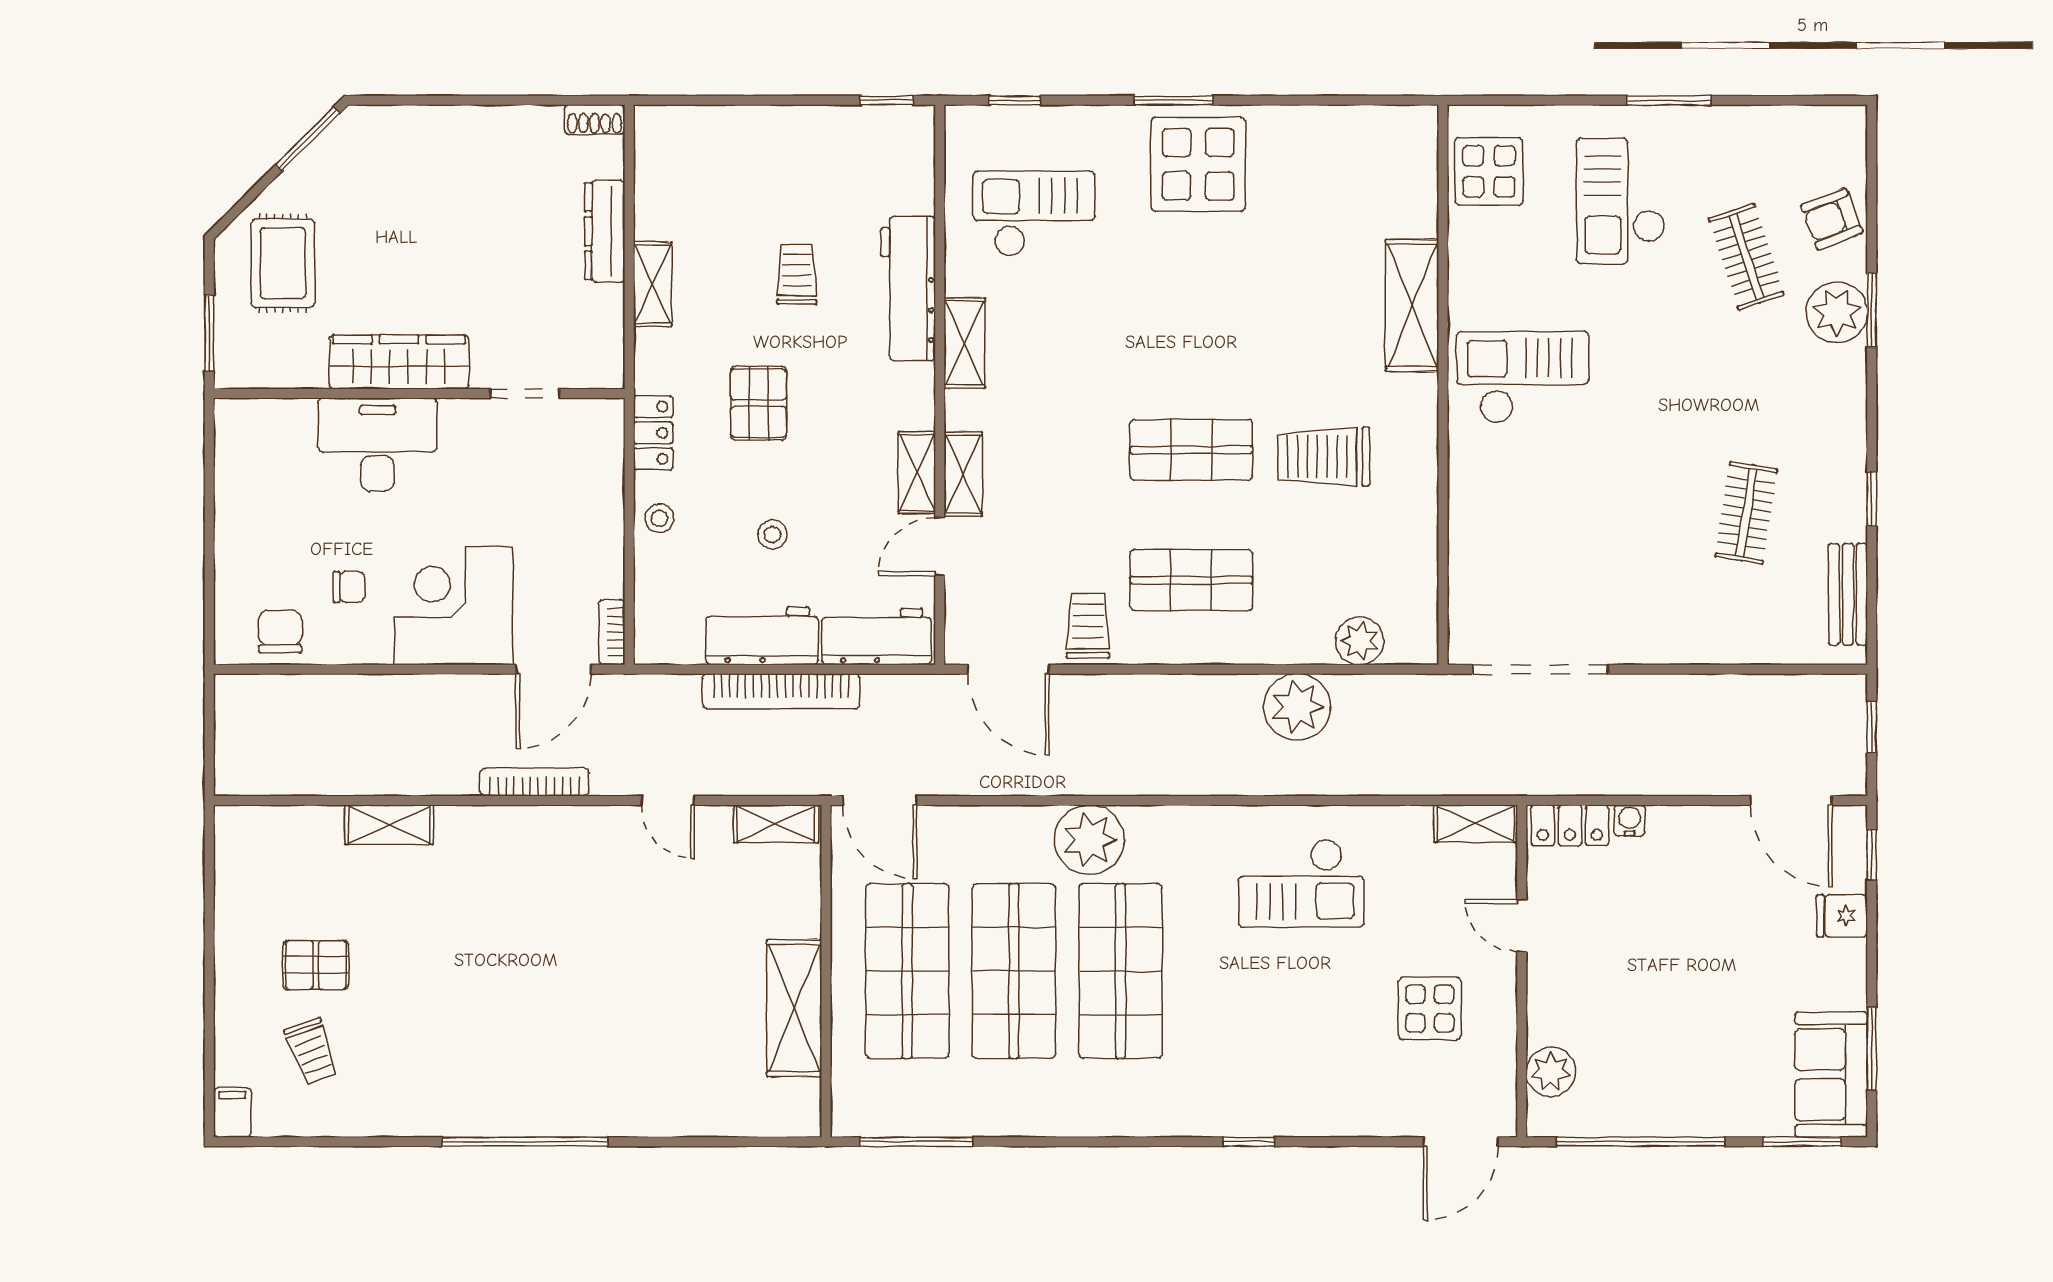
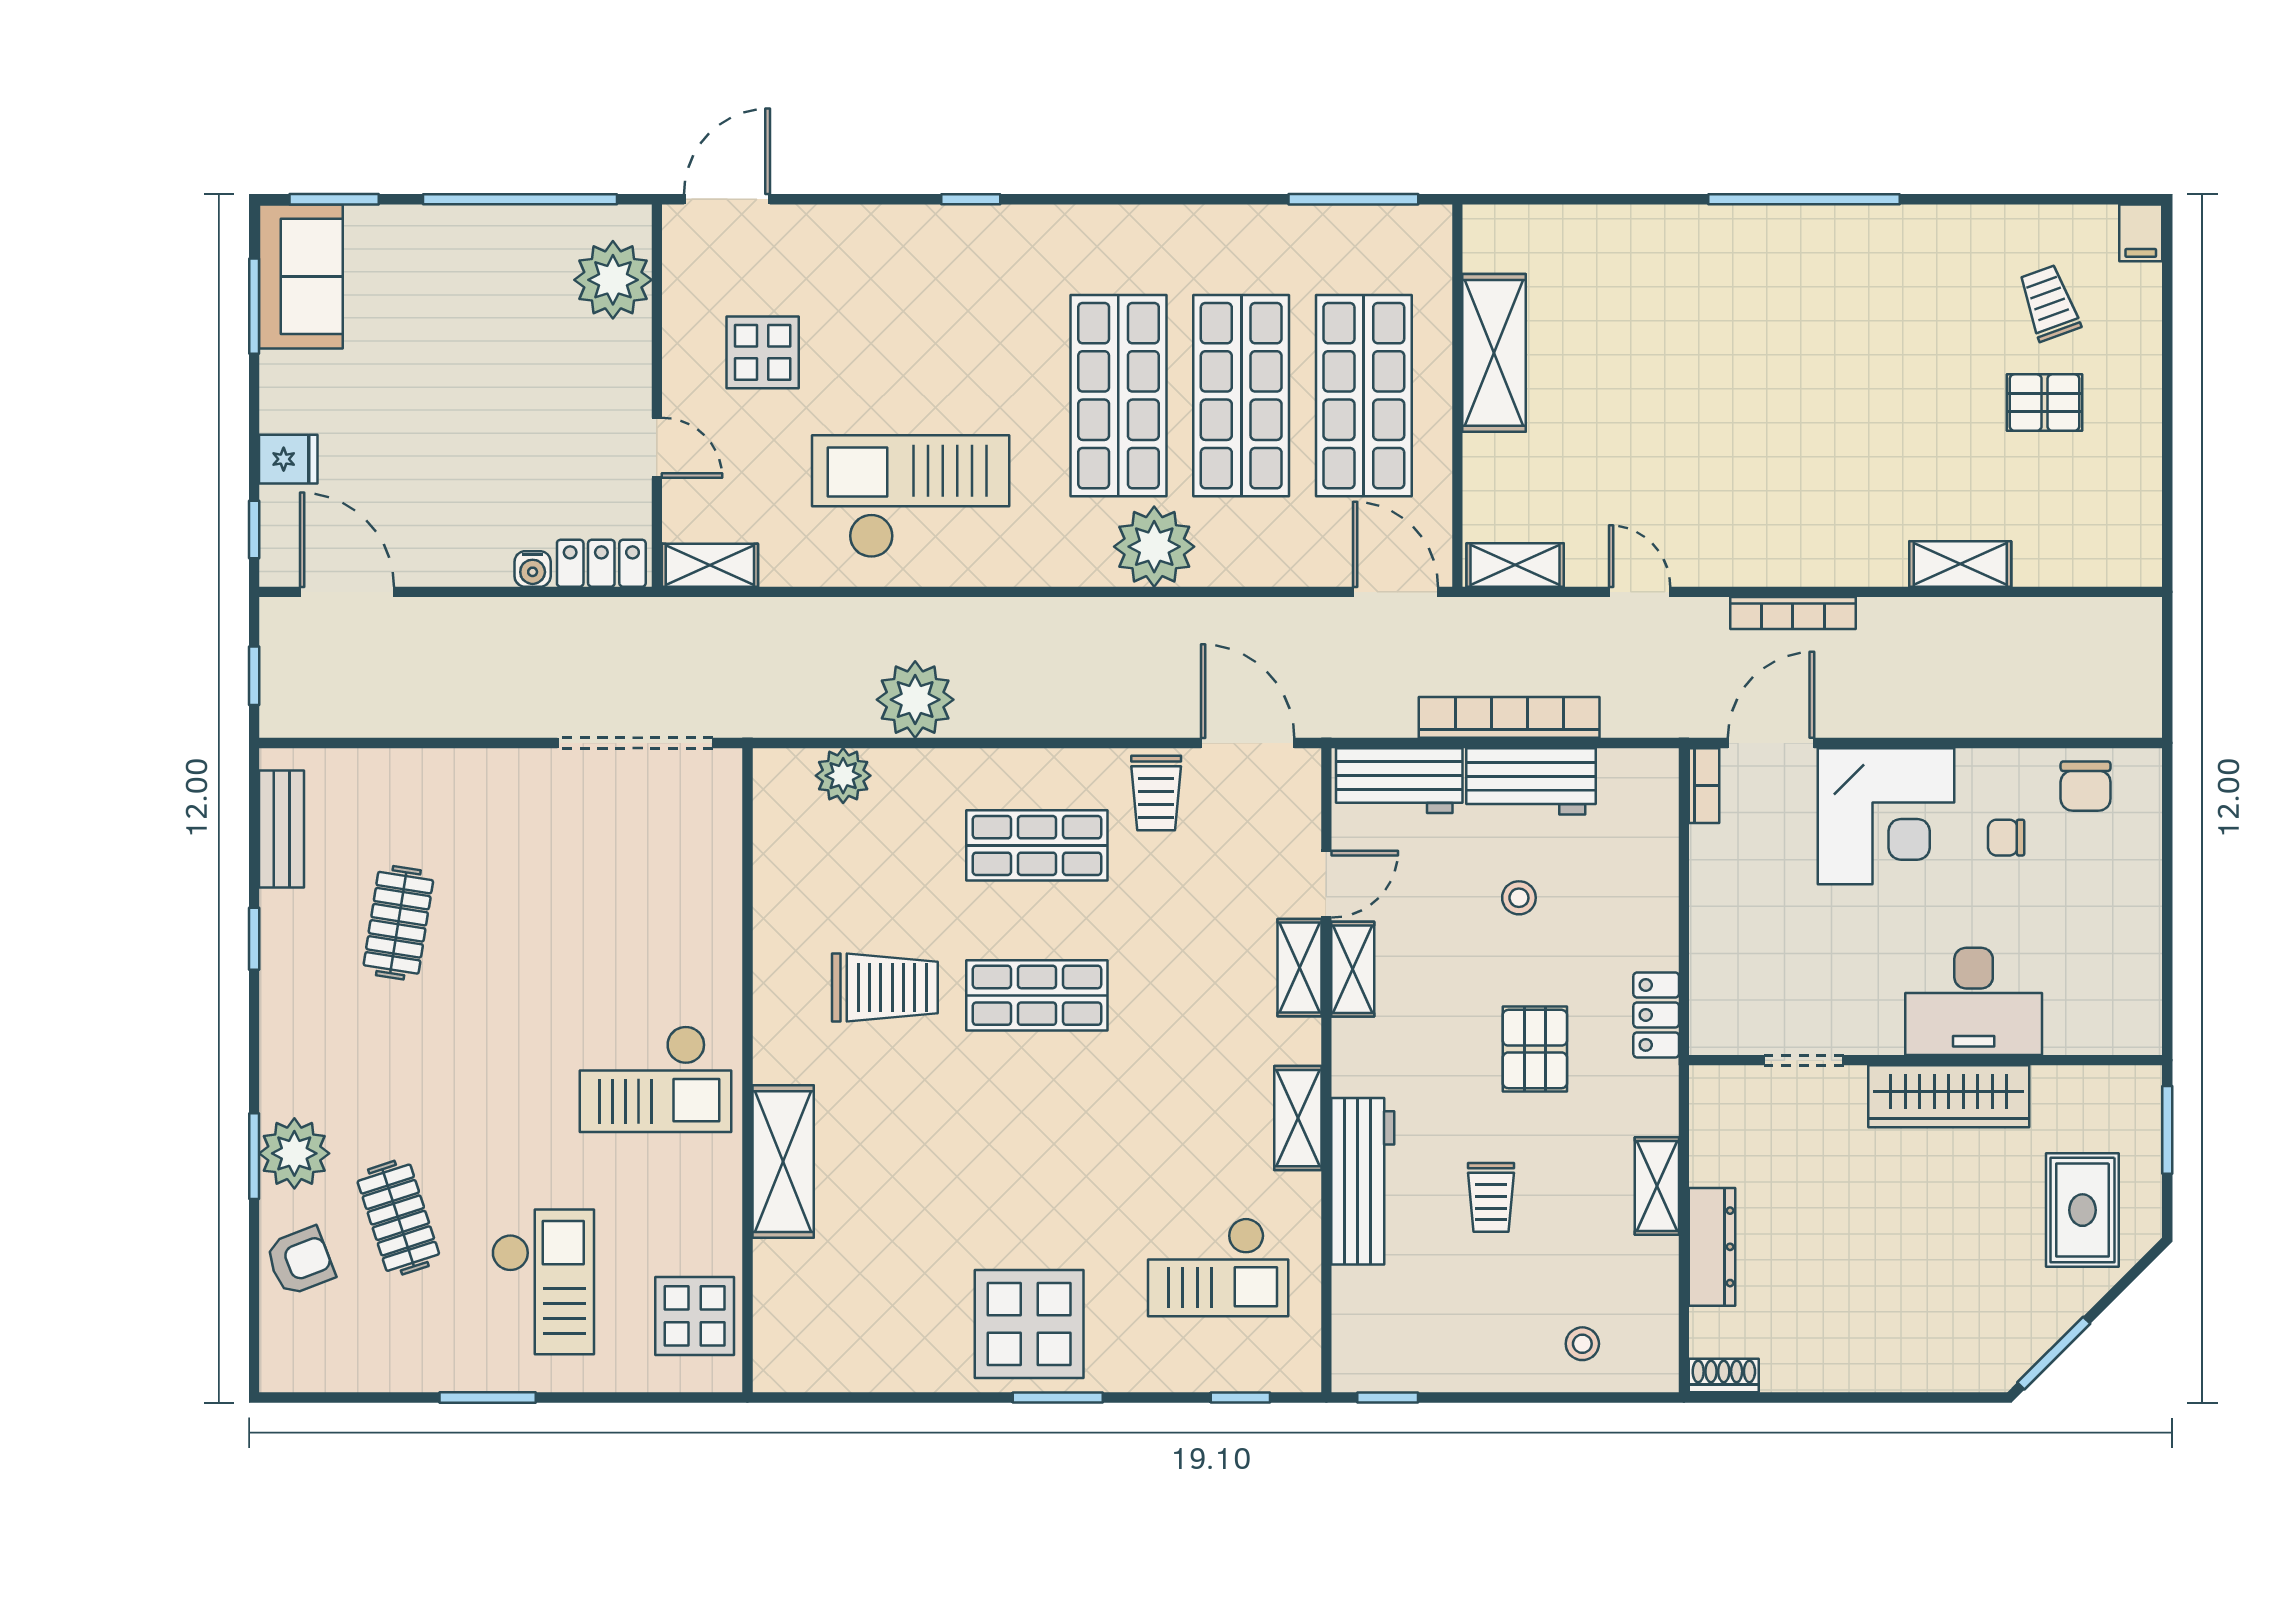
stool: (659, 518) -> (1582, 1344), moved
checkout: (1301, 883) -> (911, 497), width x1.36, depth x1.21
plant: (1551, 1072) -> (613, 280), width x1.36, depth x1.36

